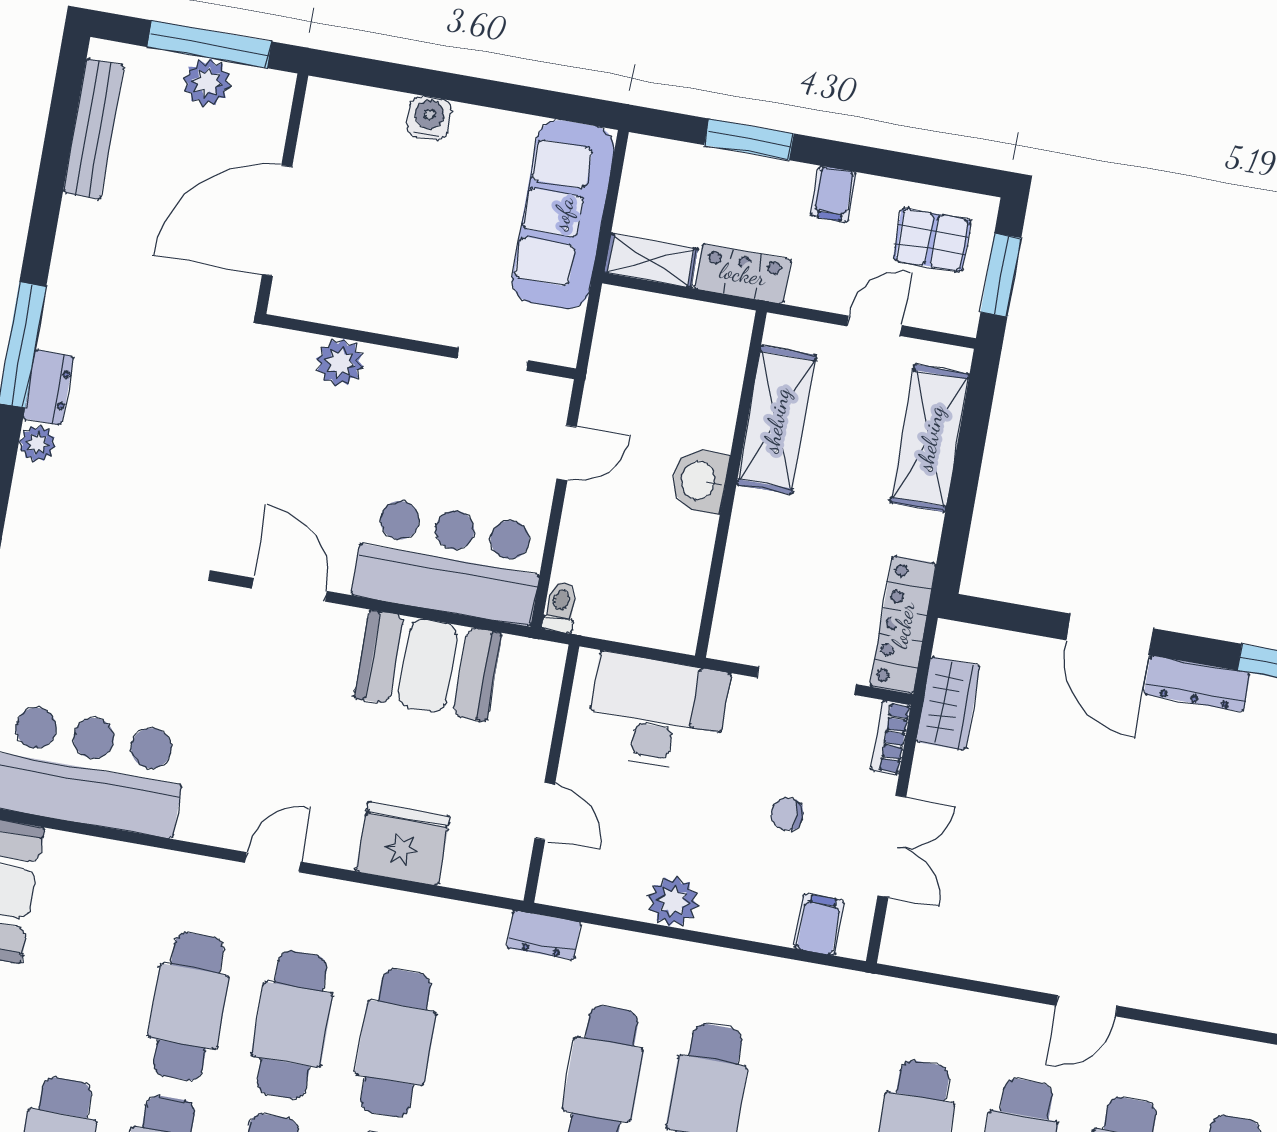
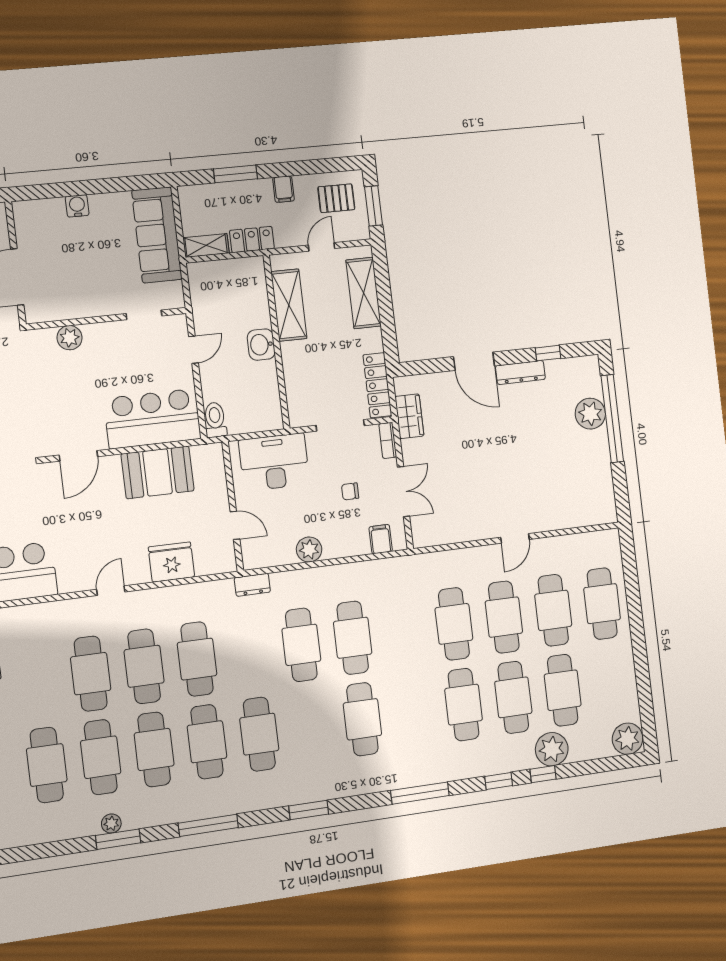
door: (289, 590) -> (78, 456), swing flipped
toilet: (560, 607) -> (215, 420), width x1.37, depth x1.39

